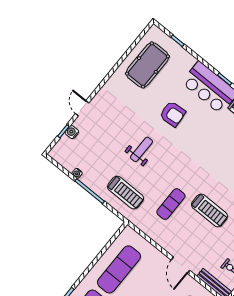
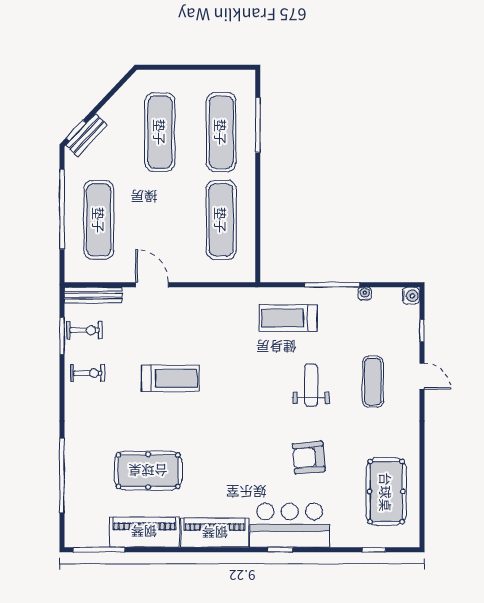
water cooler: (72, 132) -> (411, 296), moved
weight bench: (141, 149) -> (311, 385), turned 180
exercise mat: (171, 204) -> (373, 382), moved
treadmill: (209, 210) -> (171, 378), turned 180

